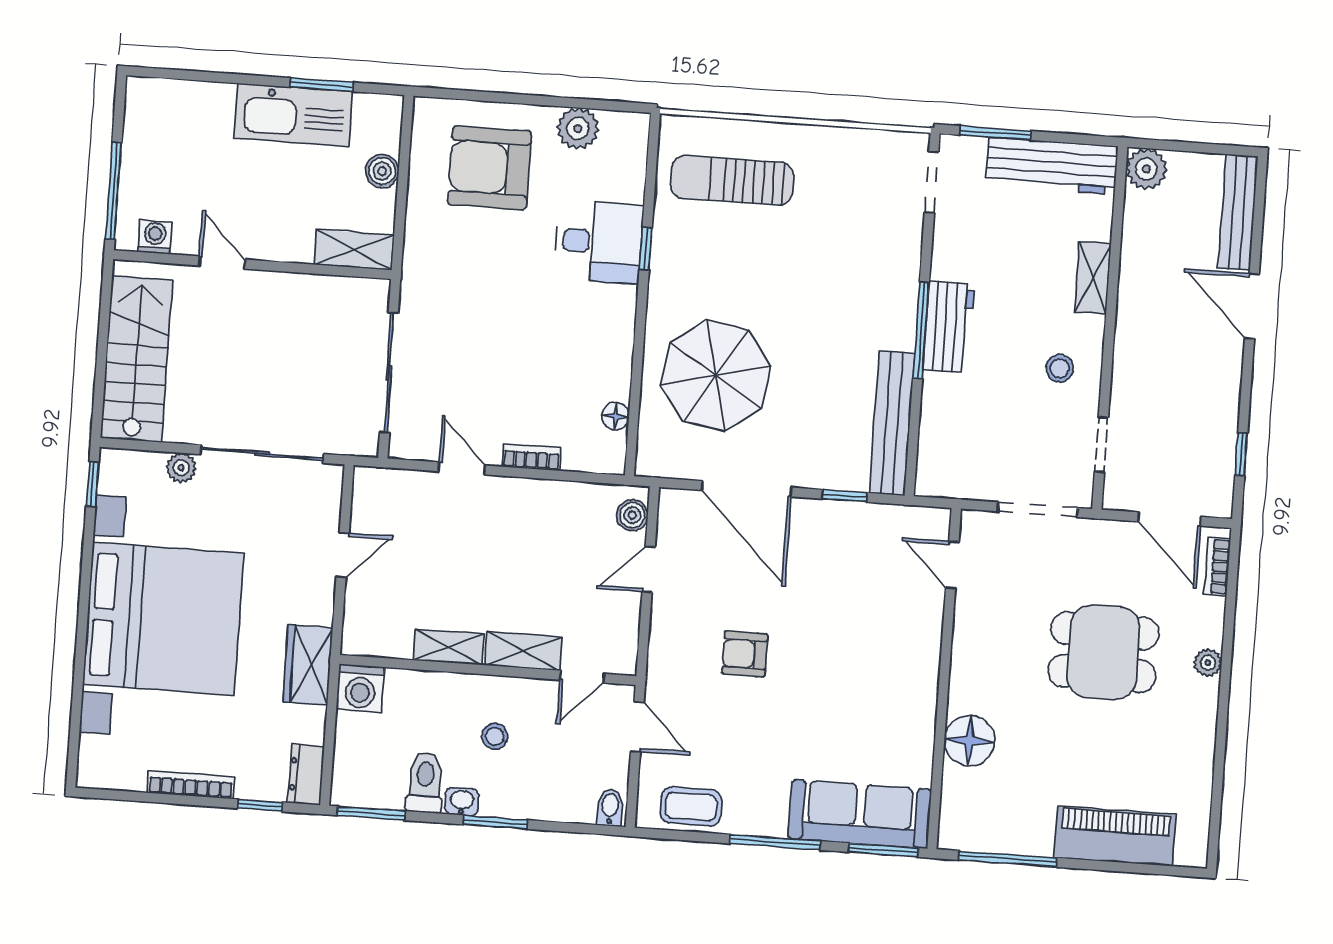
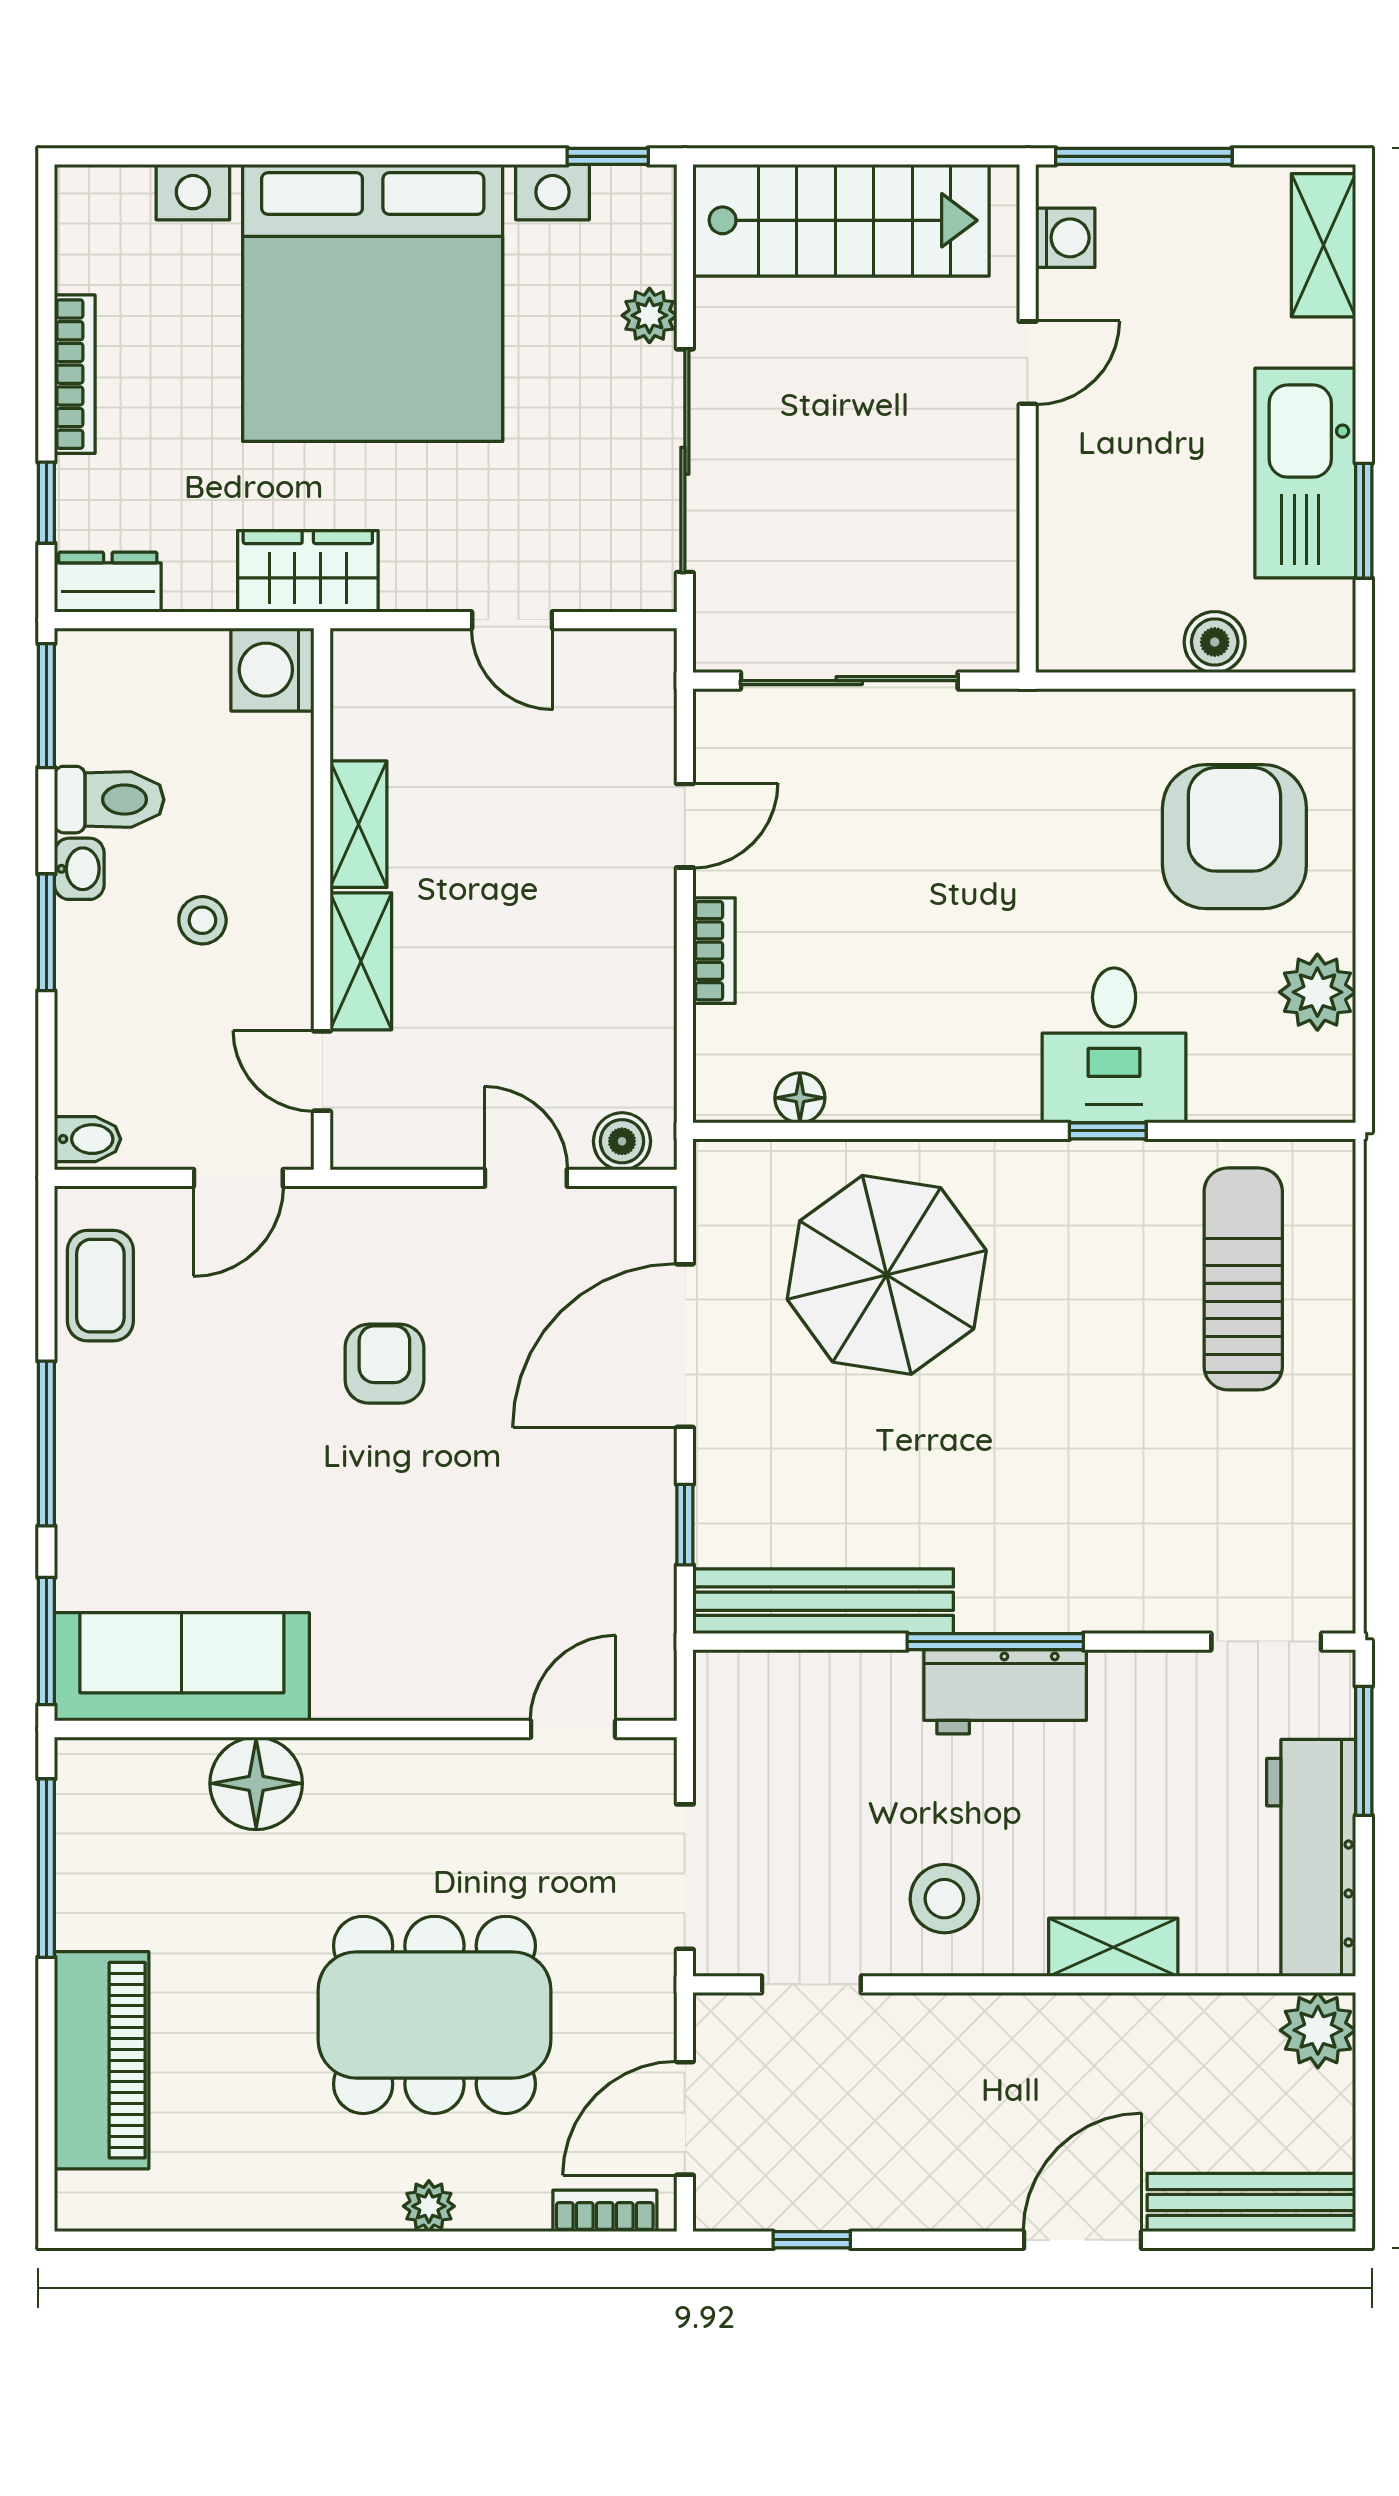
shelving: (354, 250) -> (1323, 245), moved
stool: (1060, 368) -> (944, 1899), width x1.37, depth x1.37
dining table: (1103, 652) -> (434, 2015), width x1.38
sofa: (860, 814) -> (182, 1667), moved, turned -90

